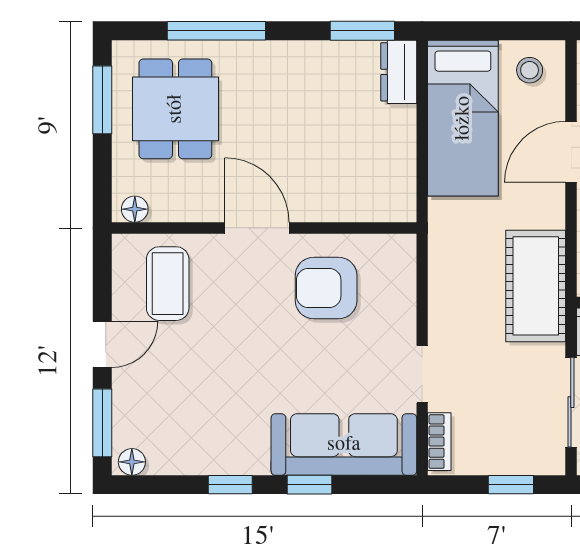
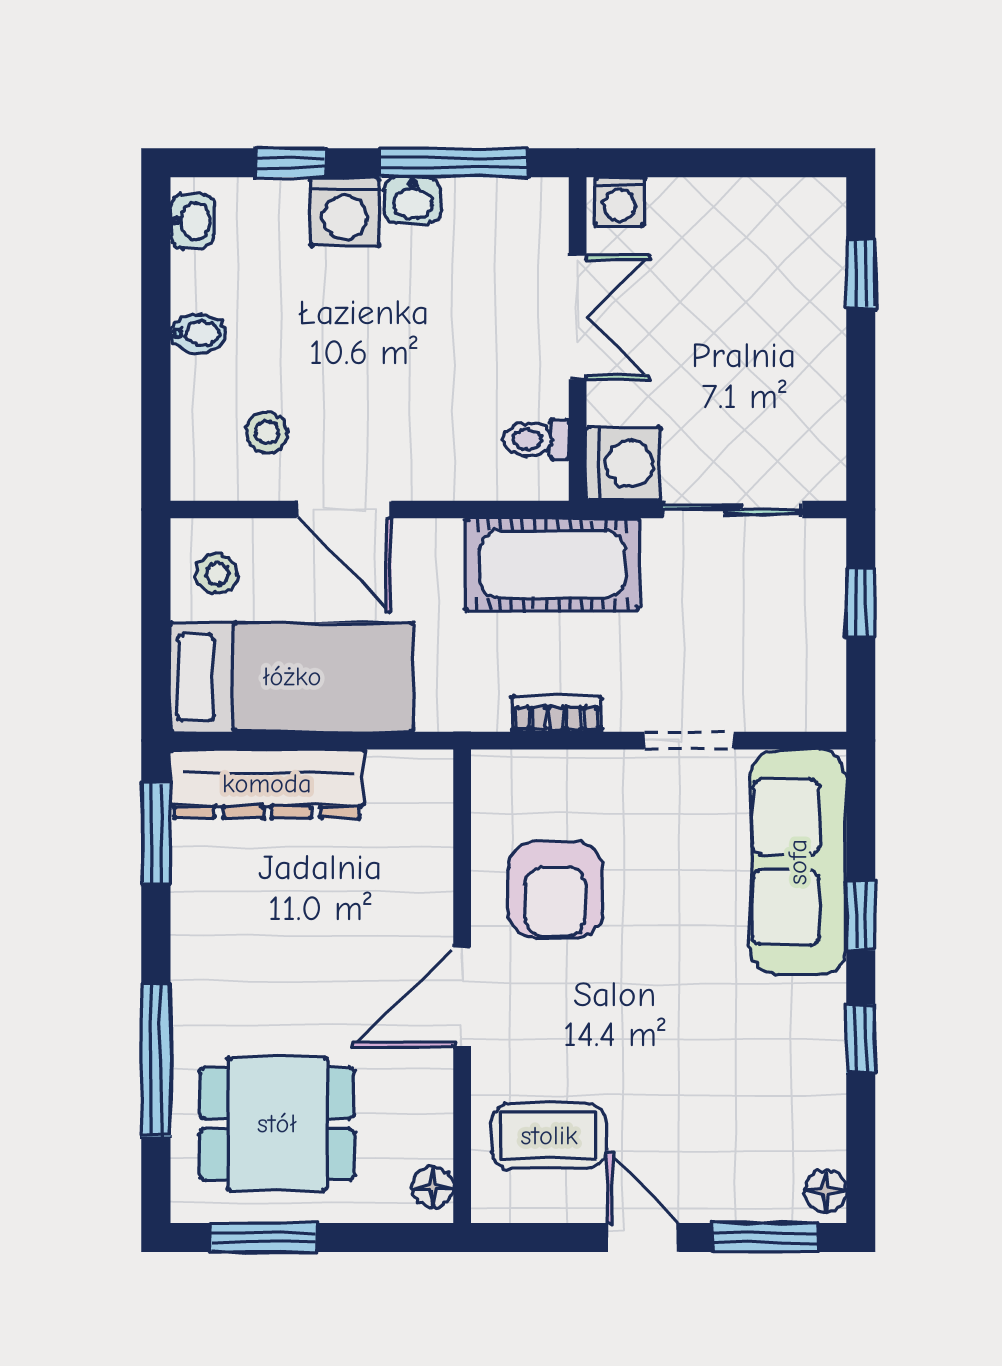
dresser: (399, 72) -> (267, 784), width x1.96, depth x1.24
bookcase: (439, 442) -> (557, 714), moved

